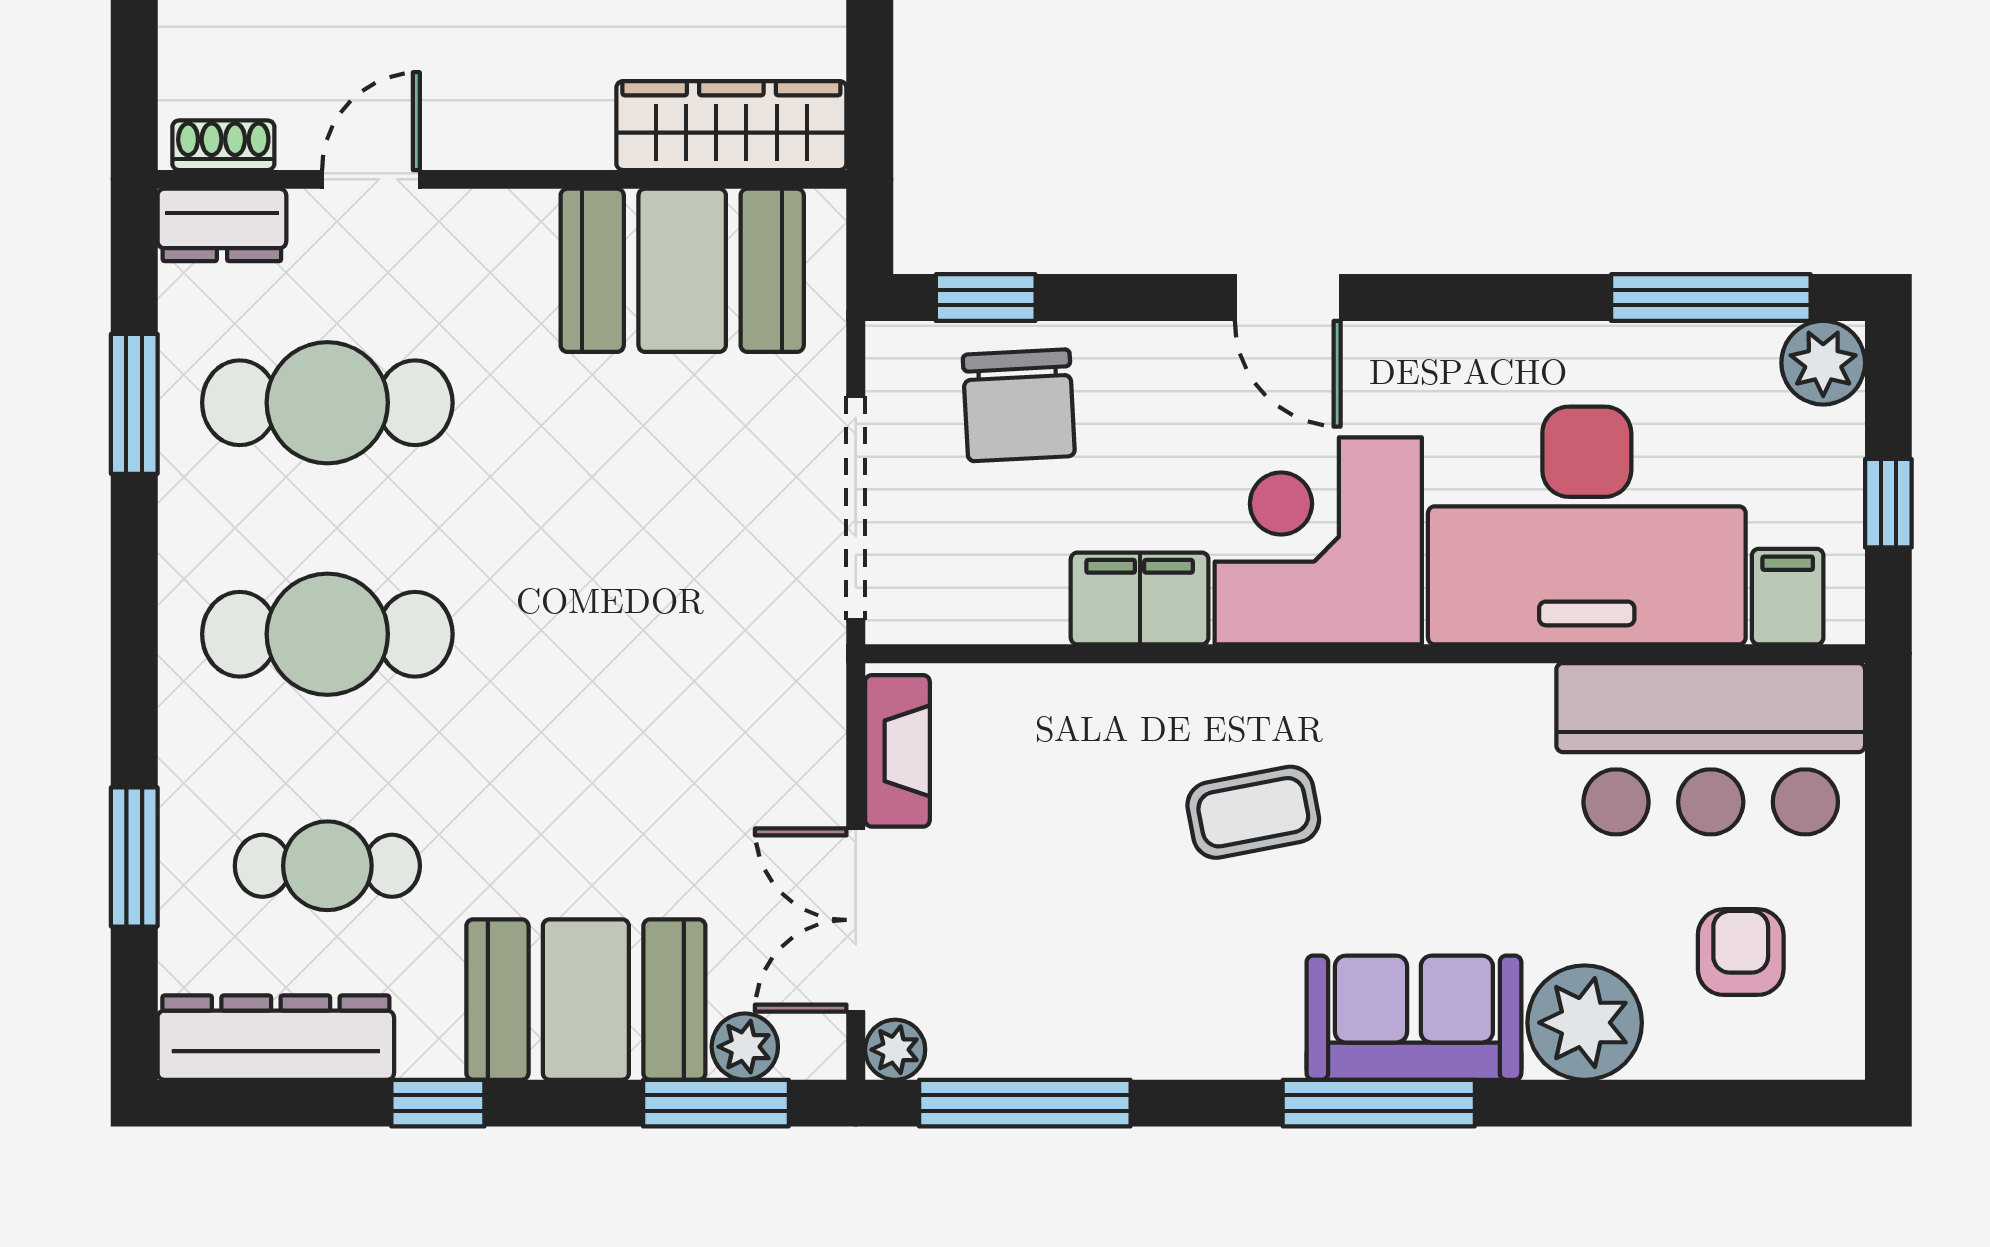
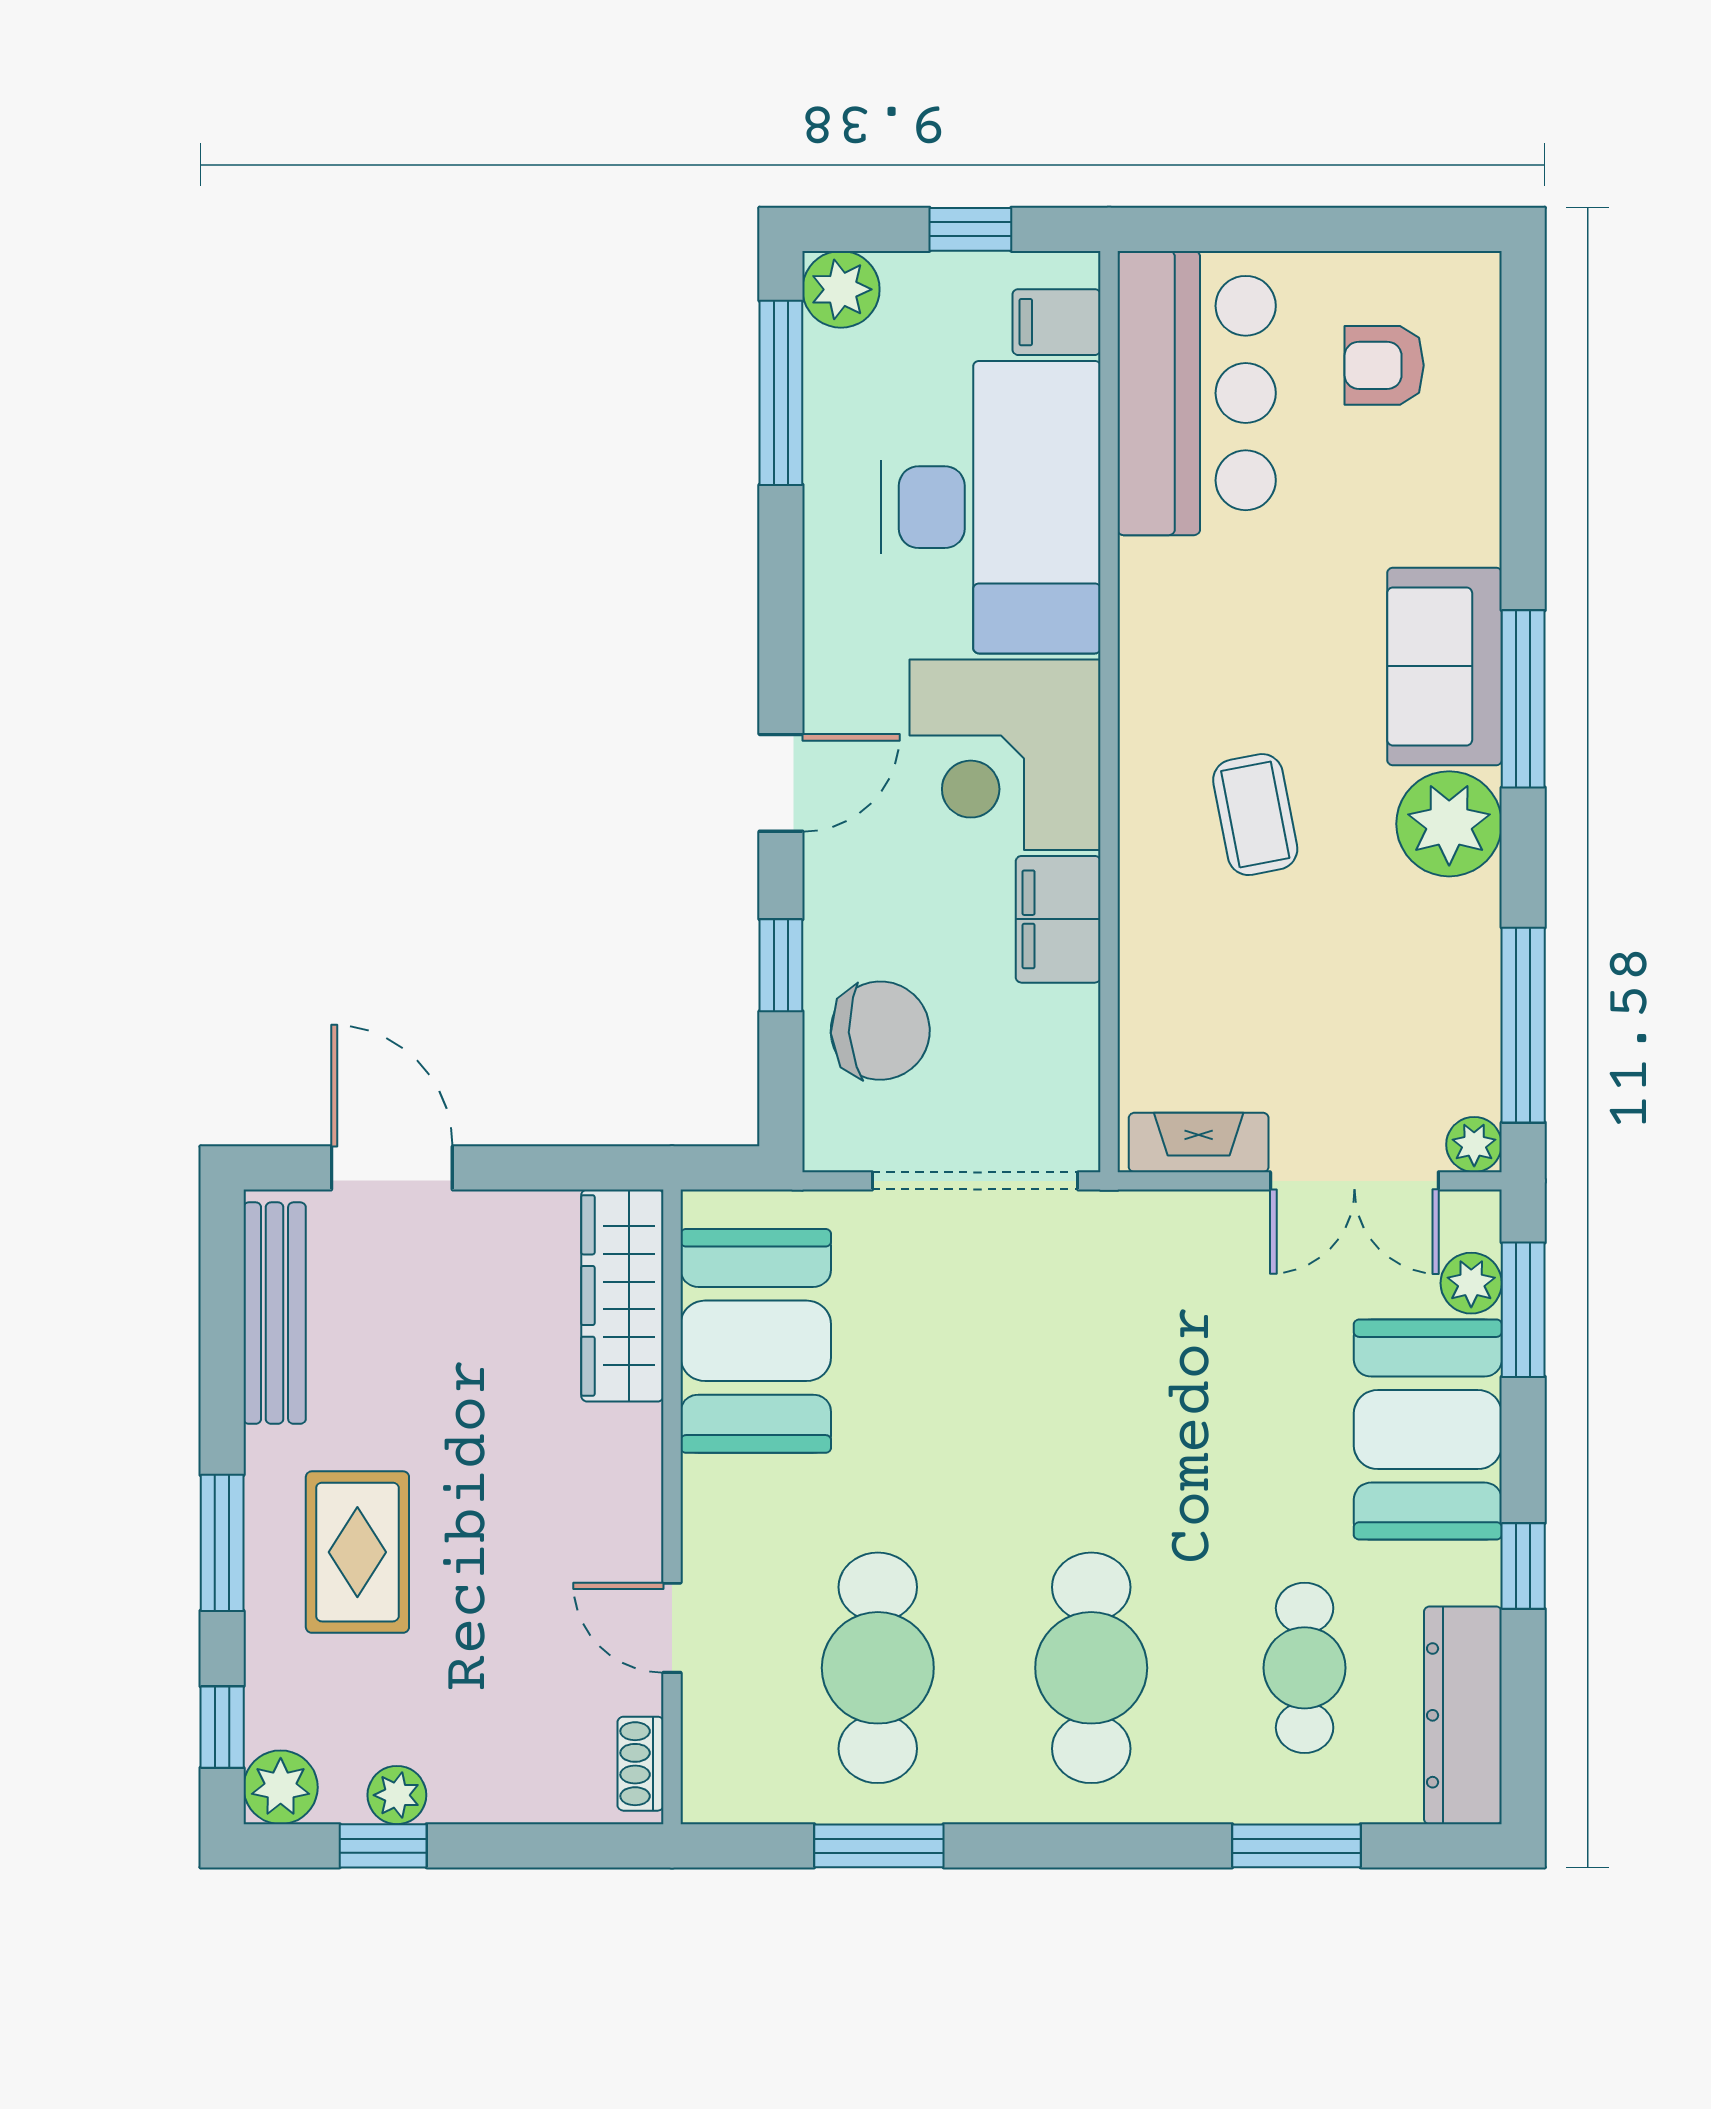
dresser: (222, 225) -> (714, 1765), removed
window: (986, 298) -> (781, 965), moved
plant: (1585, 1023) -> (1449, 824), moved

